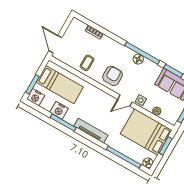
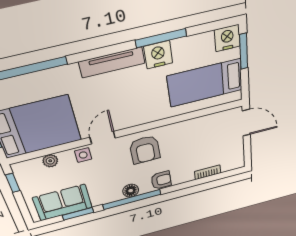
armchair: (119, 51) -> (161, 180), added
coffee table: (87, 63) -> (190, 136), removed
nightstand: (59, 110) -> (158, 55), moved

